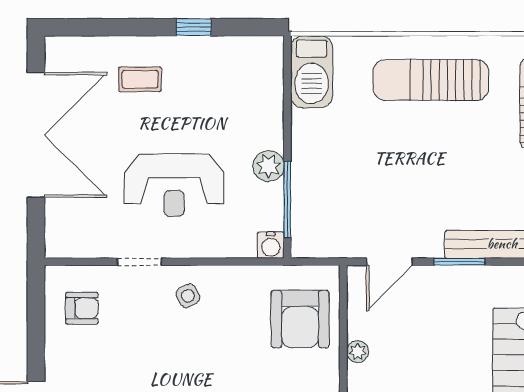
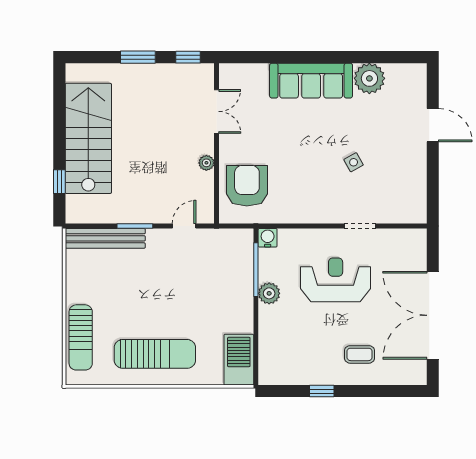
door: (389, 262) -> (184, 226), width x0.73
side table: (188, 296) -> (354, 162), moved
armchair: (82, 308) -> (400, 193), removed

